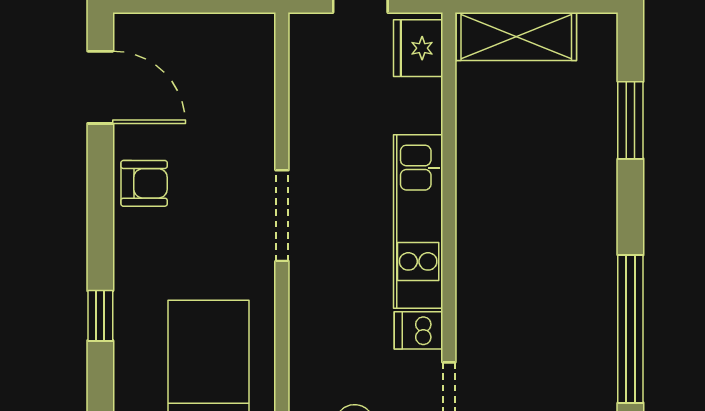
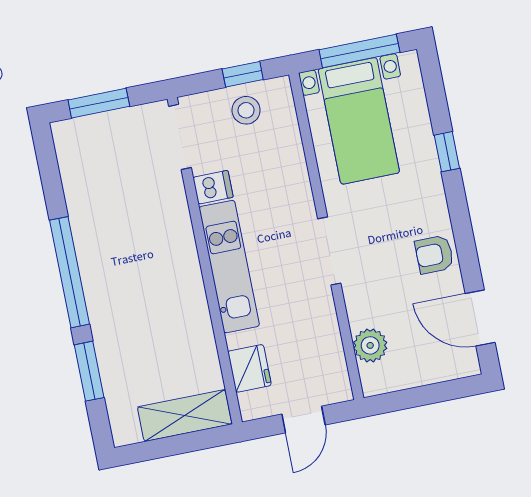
fridge: (418, 48) -> (250, 368), moved
plant: (253, 80) -> (370, 345), added
window: (630, 329) -> (69, 272), moved

